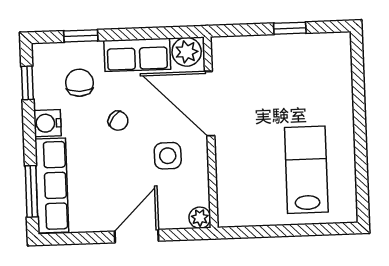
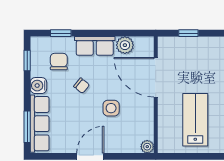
door: (210, 104) -> (156, 77), moved
wall: (211, 132) -> (156, 95), moved
plant: (200, 218) -> (147, 147), moved

